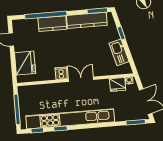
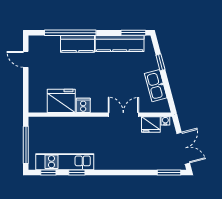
fridge: (25, 63) -> (61, 101), moved, turned -90
double door: (81, 79) -> (123, 115), moved
kitchen unit: (70, 119) -> (65, 162), width x0.54

